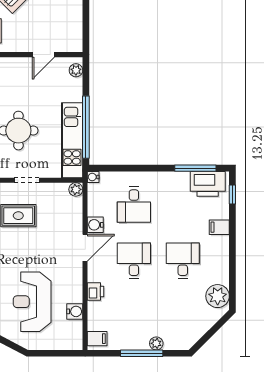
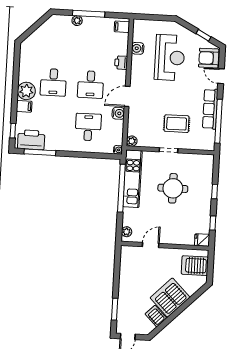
plant: (218, 296) -> (26, 91), moved

